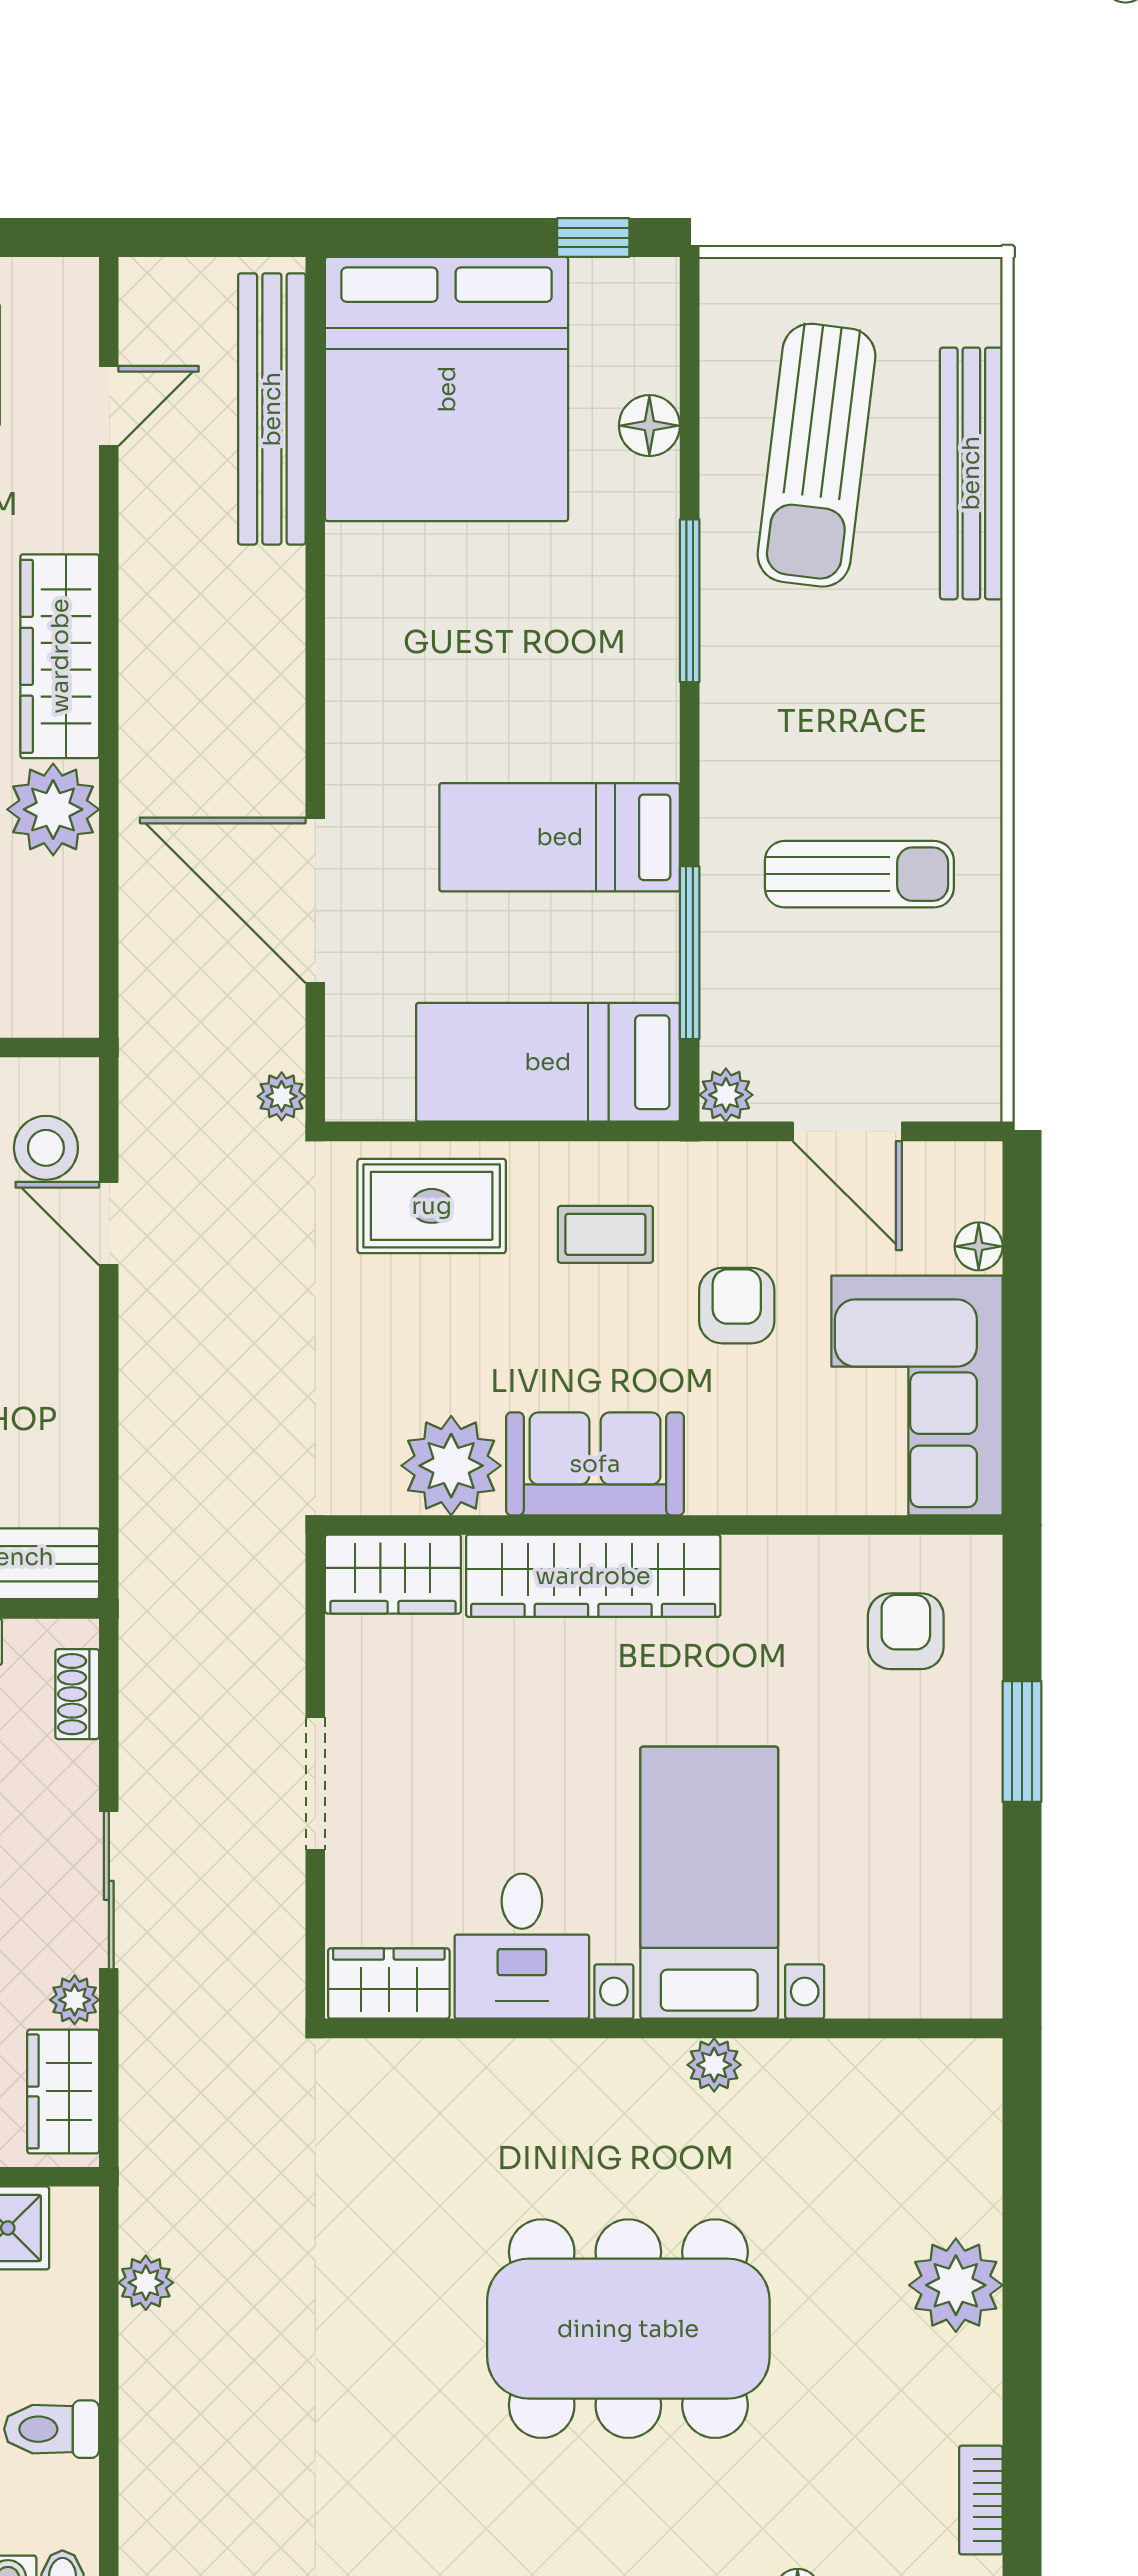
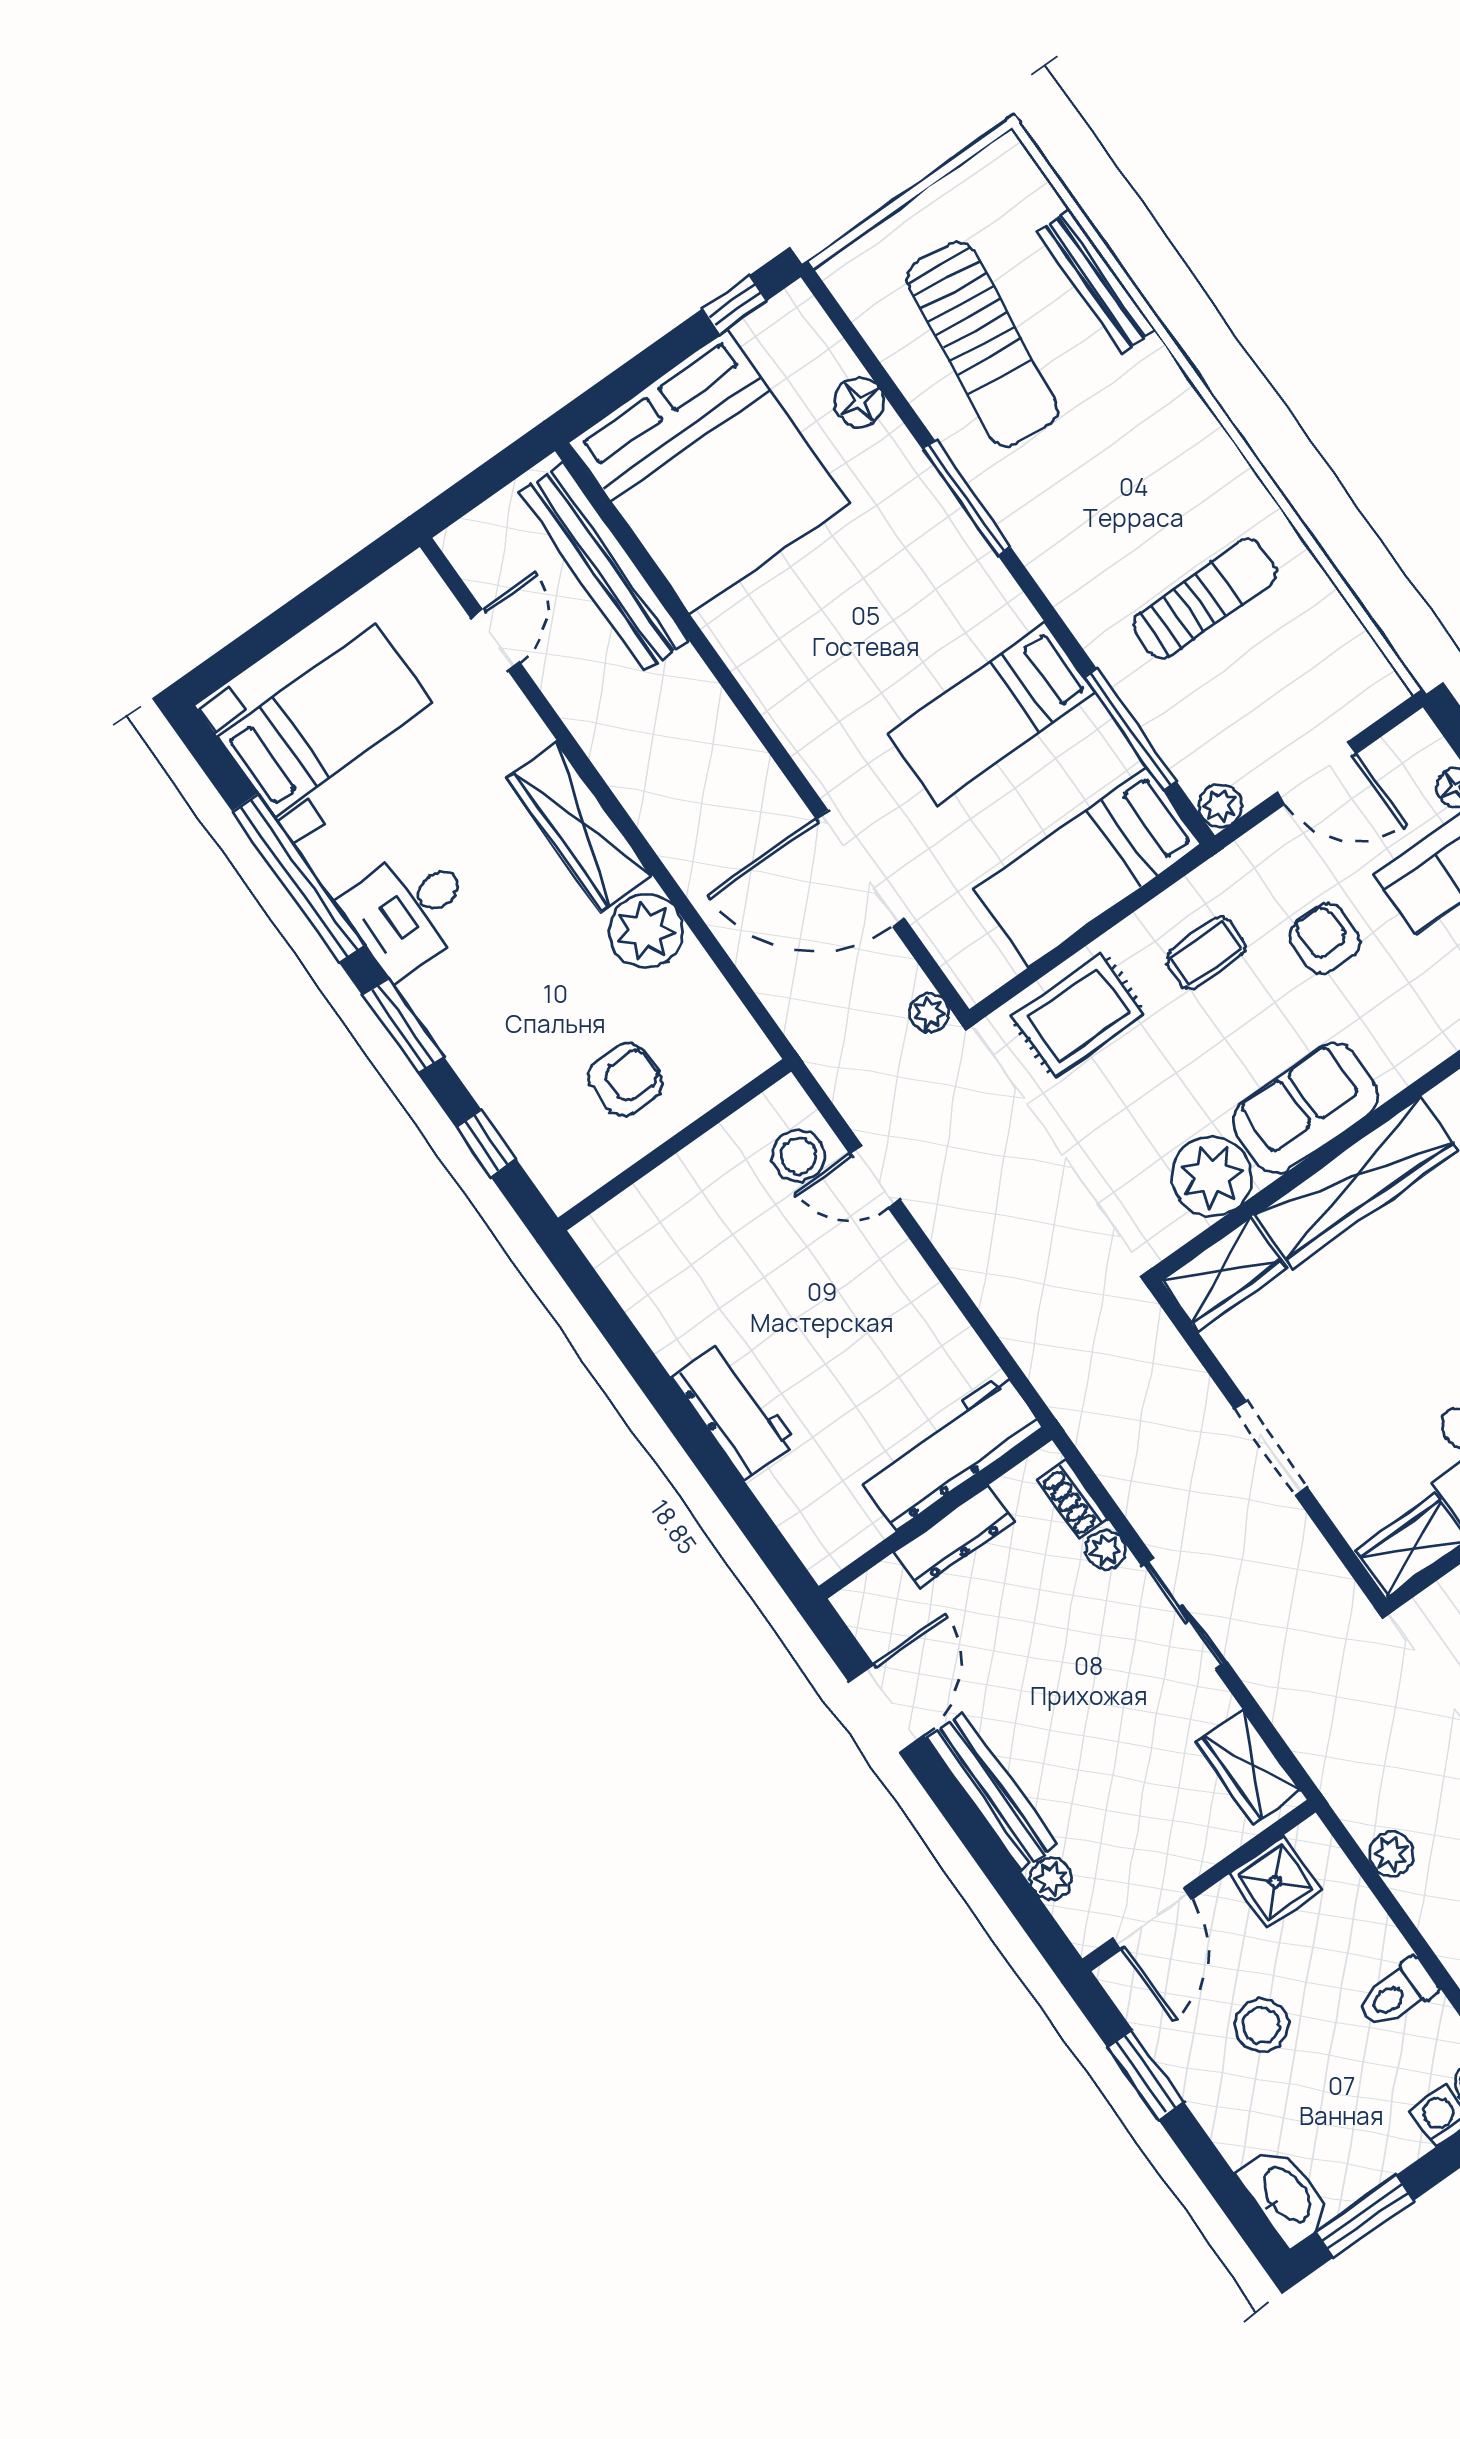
bench: (971, 473) -> (1096, 281), width x0.73, depth x0.82
plant: (75, 2000) -> (1106, 1550), moved

